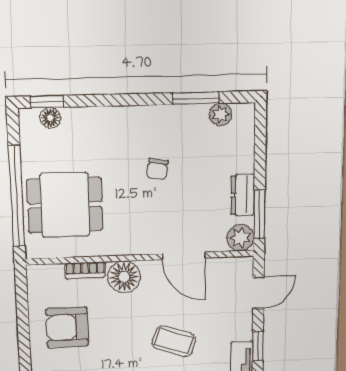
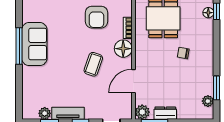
chair: (157, 169) -> (183, 53), moved
armchair: (67, 327) -> (97, 17), turned 180
coffee table: (174, 341) -> (93, 64), moved

